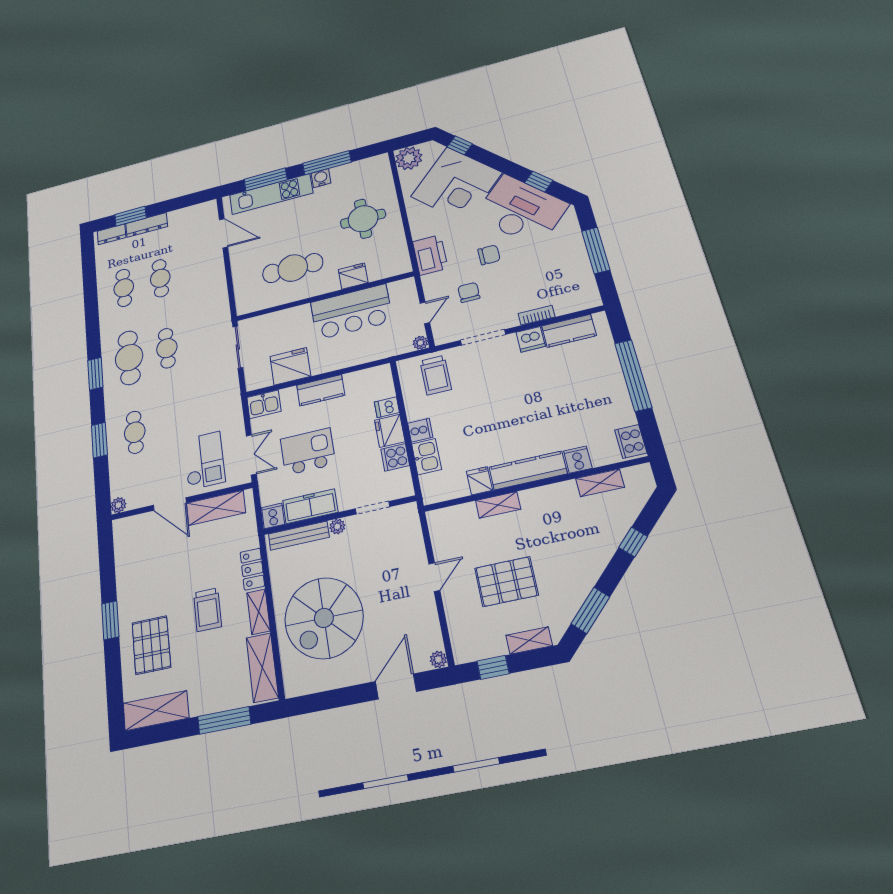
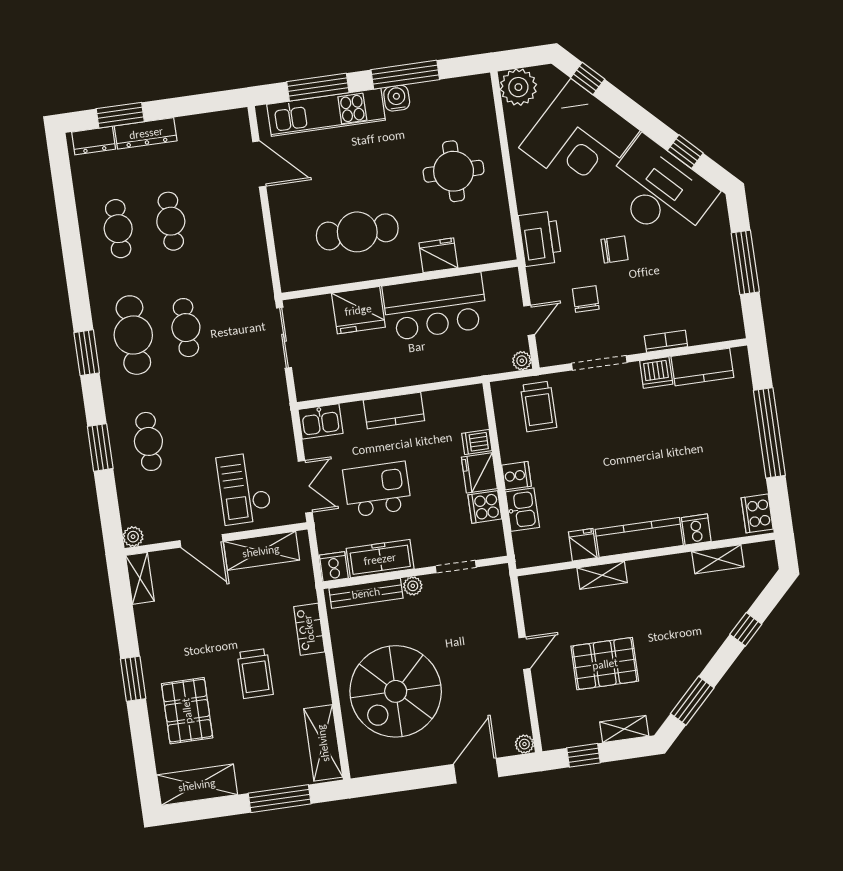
fridge: (290, 366) -> (358, 310), moved, turned 180
checkout: (204, 460) -> (244, 488), turned 180
shelving: (259, 612) -> (140, 578), moved

